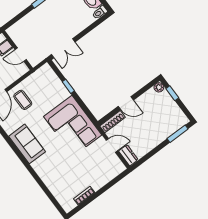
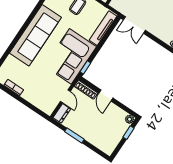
tv unit: (55, 82) -> (103, 28), added
window: (68, 86) -> (85, 67), moved
window: (178, 134) -> (74, 135), moved
sofa: (27, 144) -> (35, 35), width x1.85, depth x1.27

